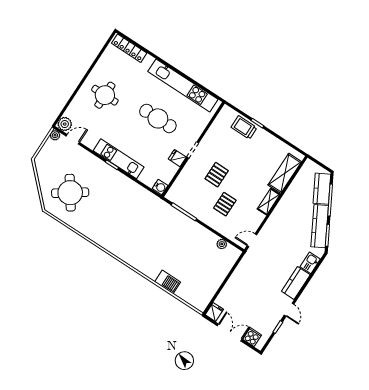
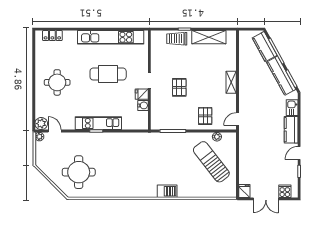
locker: (129, 48) -> (52, 36), width x0.66
door: (73, 139) -> (55, 131), hinge flipped
shelving: (285, 173) -> (209, 37), moved, turned 90
water cooler: (160, 187) -> (143, 105), moved
round table: (70, 193) -> (79, 172), turned 35
pallet: (225, 204) -> (205, 116), moved
sun lounger: (201, 264) -> (211, 162), added
barbecue: (168, 282) -> (167, 191), moved
door: (289, 310) -> (299, 153), swing flipped
double door: (230, 333) -> (266, 199), swing flipped

